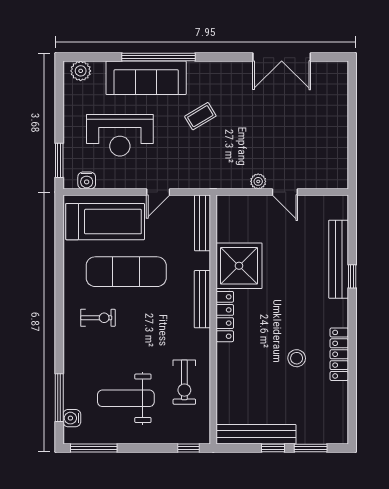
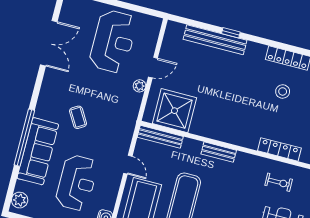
reception desk: (304, 135) -> (113, 41), added
shower: (239, 266) -> (174, 111), moved
bench: (202, 299) -> (219, 152), width x0.73
locker: (225, 317) -> (279, 149), moved
exercise bike: (184, 382) -> (279, 182), width x0.73, depth x0.72

